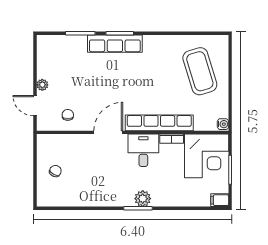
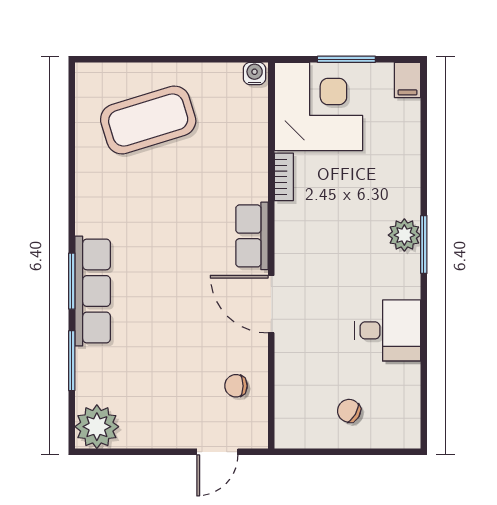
plant: (42, 85) -> (97, 427), moved, width x1.88, depth x1.88
row of seats: (159, 123) -> (252, 236), width x0.50
desk: (143, 150) -> (388, 330), moved, turned 180

